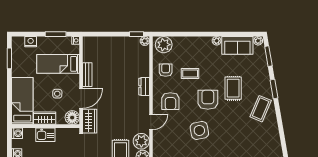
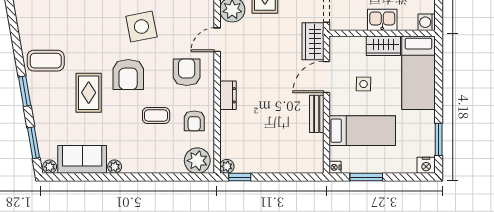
nightstand: (31, 42) -> (426, 165), moved
coffee table: (261, 109) -> (46, 61), turned 67
floor lamp: (72, 118) -> (340, 47), removed

